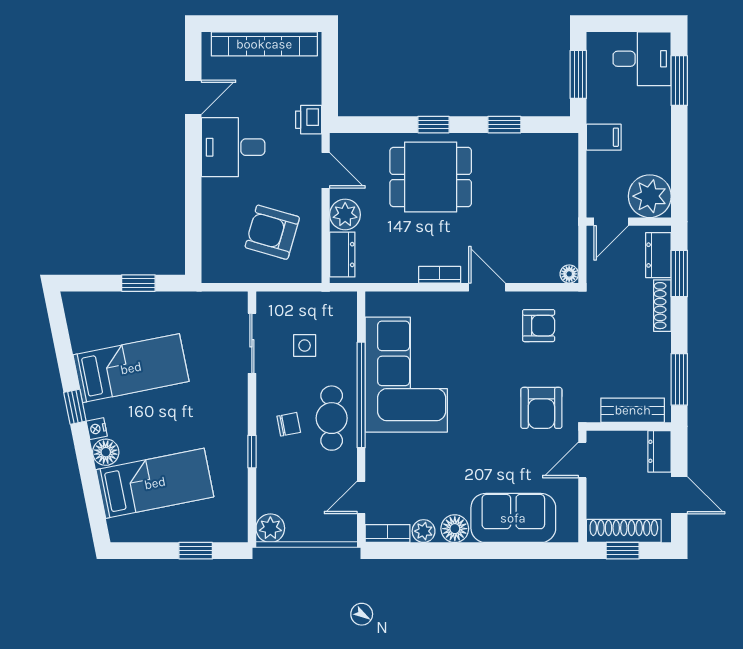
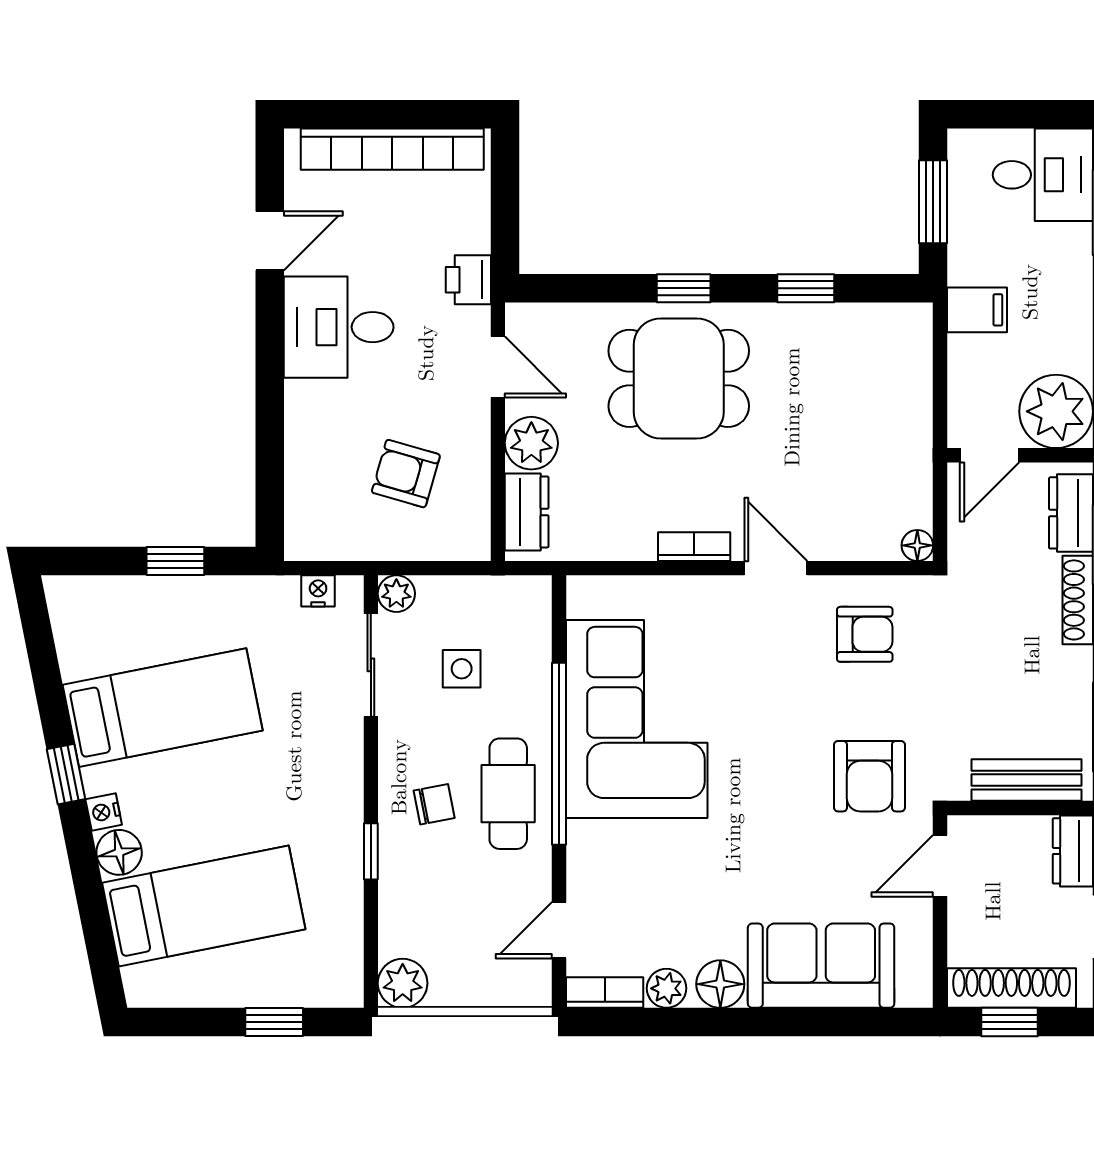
armchair: (272, 232) -> (406, 474), width x0.72, depth x0.72
nightstand: (221, 300) -> (318, 591), added
plant: (267, 302) -> (396, 594), added

